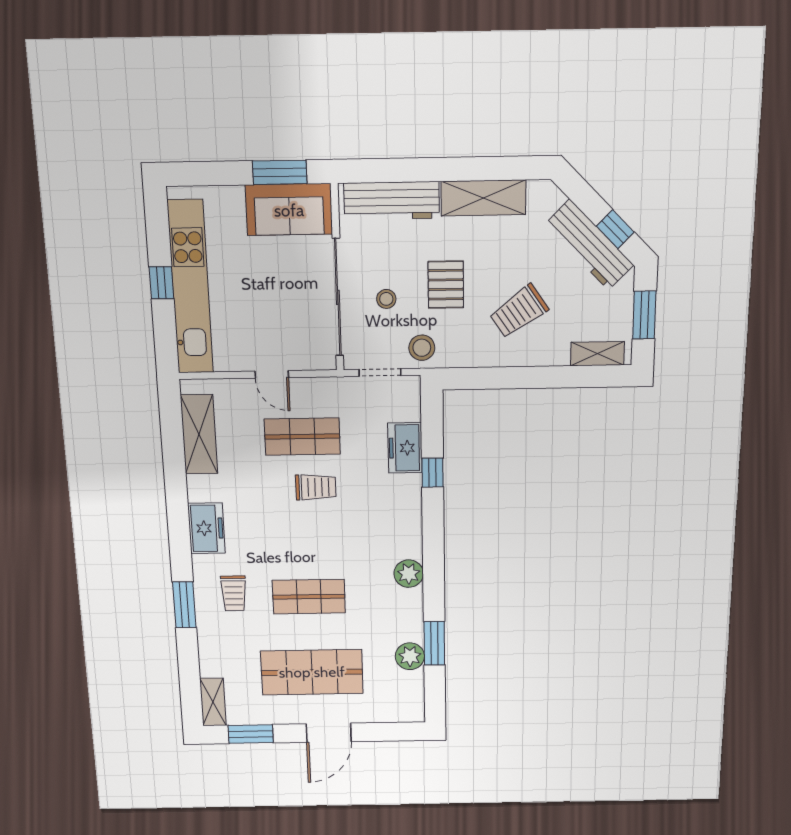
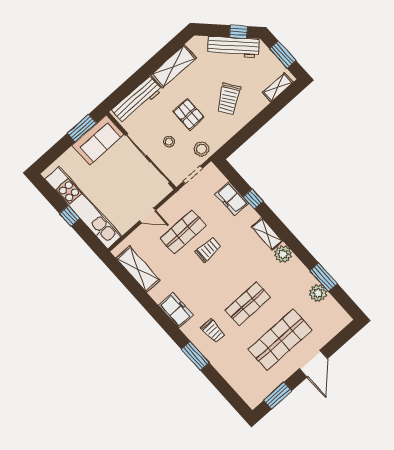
shelving: (213, 702) -> (267, 234), moved

